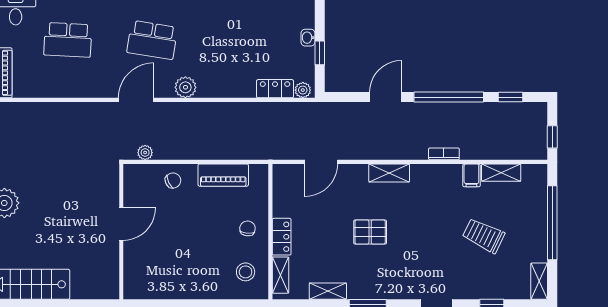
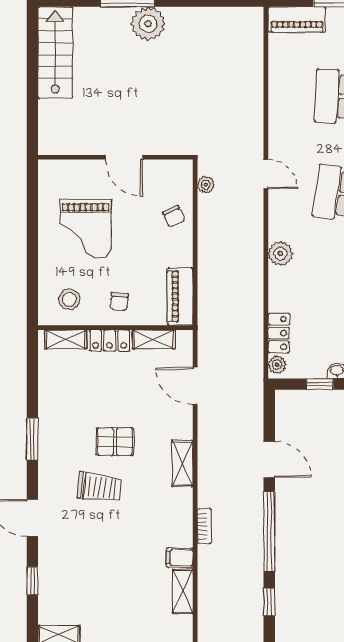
plant: (185, 87) -> (280, 253), moved
door: (136, 100) -> (266, 174), width x0.73
piano: (223, 175) -> (180, 296), moved
chair: (247, 228) -> (119, 302), turned 89
pallet: (370, 232) -> (115, 442), turned 90
trolley: (484, 236) -> (99, 487), moved, turned 71
grand piano: (184, 258) -> (86, 229), added
shelving: (328, 291) -> (154, 339), moved, turned 90

